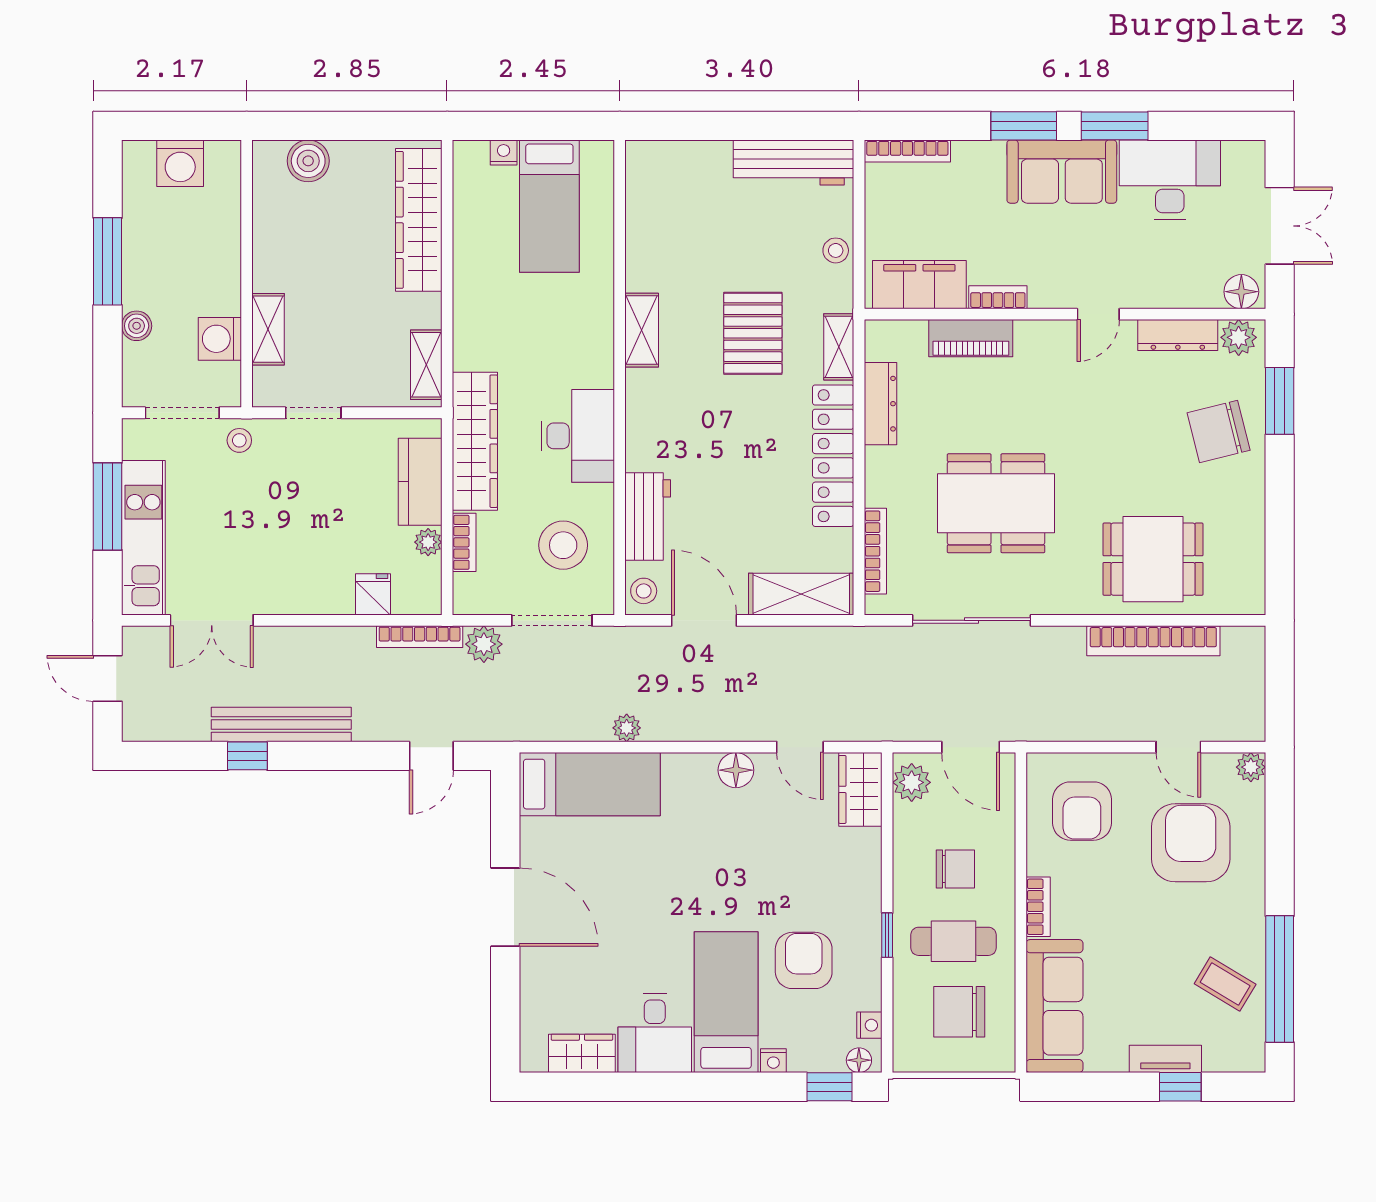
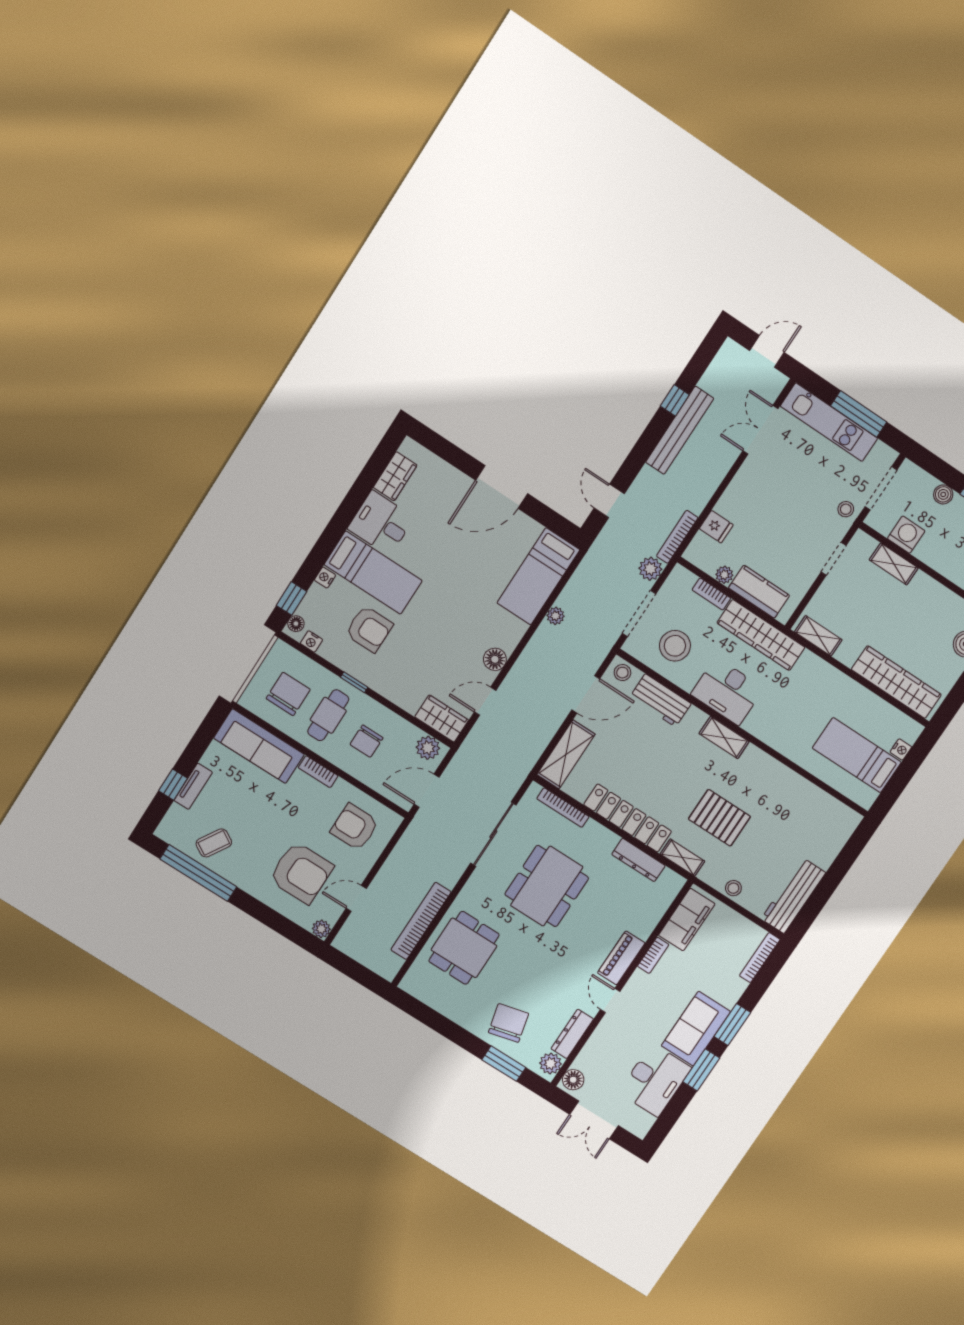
shelving: (642, 330) -> (724, 738), moved
piano: (971, 338) -> (621, 958), moved

